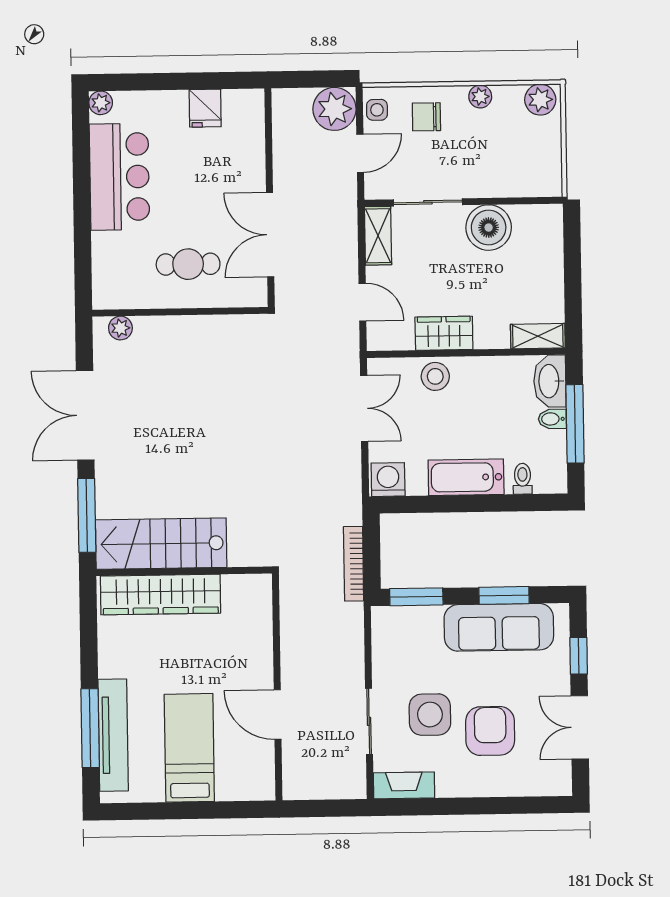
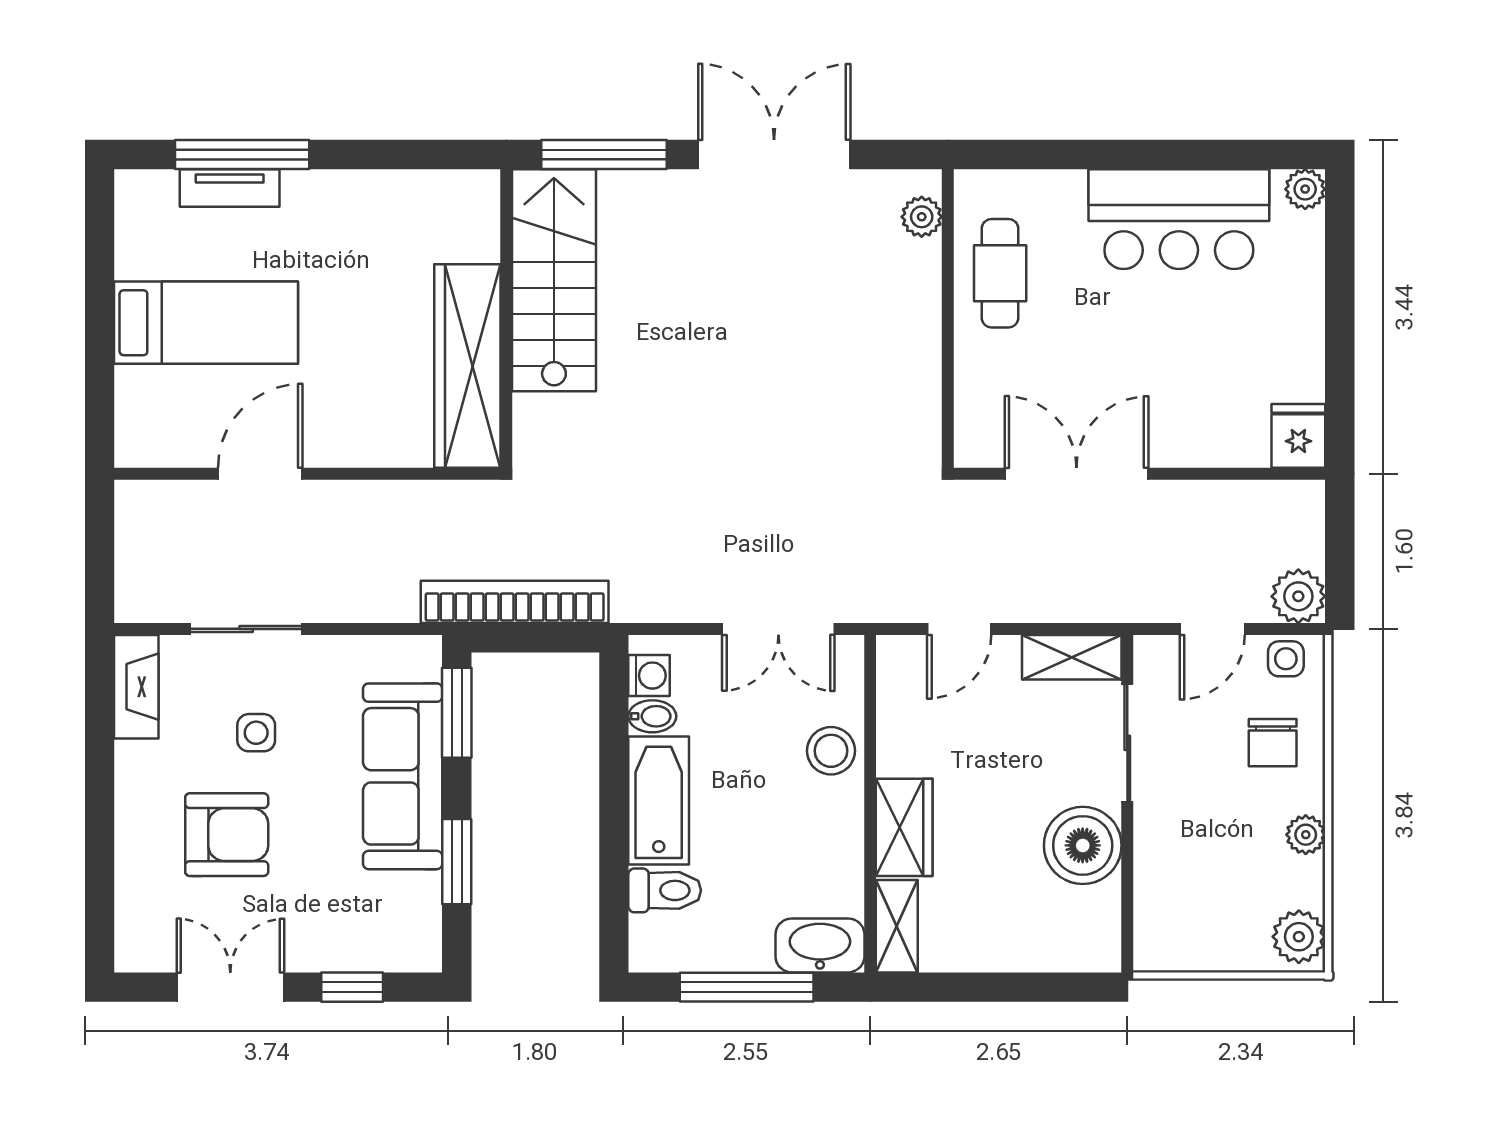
fridge: (205, 108) -> (1298, 436), moved, turned 90
plant: (334, 109) -> (1298, 596), width x0.73, depth x0.73
chair: (426, 117) -> (1273, 743), turned 180
door: (360, 153) -> (1212, 629), hinge flipped
cafe table: (188, 264) -> (1000, 273), moved
wardrobe: (444, 333) -> (904, 827), moved
bidet: (552, 419) -> (652, 716), moved, turned 90
toilet: (523, 479) -> (665, 890), width x1.37, depth x1.39
washing machine: (388, 480) -> (649, 676), width x0.73, depth x0.73
bookcase: (354, 564) -> (515, 602), width x1.48, depth x1.31
wardrobe: (161, 595) -> (467, 366), moved
sofa: (499, 627) -> (403, 776), moved
side table: (430, 715) -> (256, 733), width x0.54, depth x0.54
tv unit: (113, 735) -> (230, 188), width x0.52, depth x0.78

